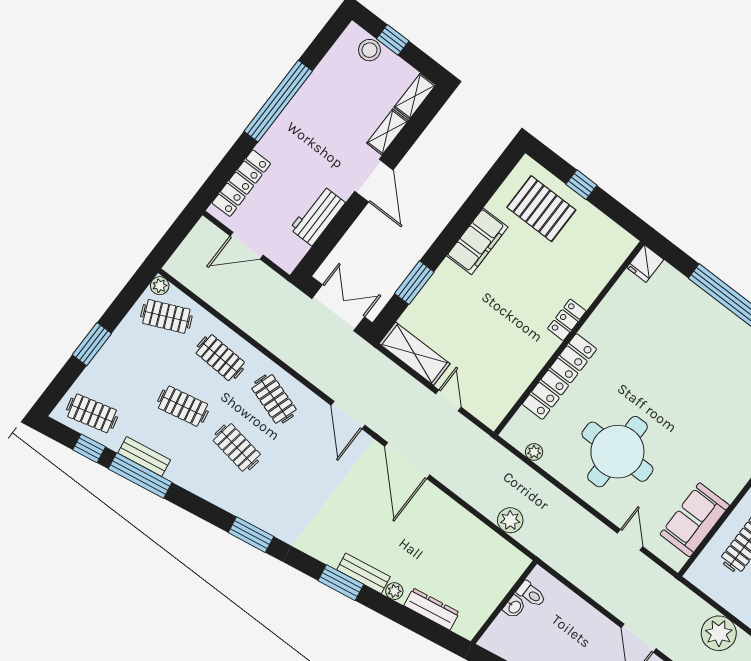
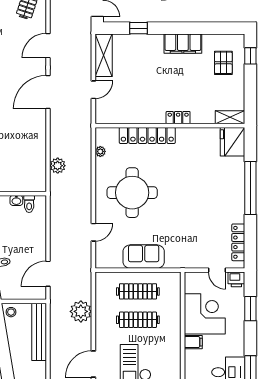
window: (581, 185) -> (250, 56), moved
pallet: (541, 209) -> (223, 63), width x0.67, depth x0.71
shelving: (617, 253) -> (230, 117), added
fridge: (645, 264) -> (233, 142), width x1.88, depth x1.34
window: (414, 283) -> (139, 28), width x0.67
sofa: (695, 520) -> (144, 257), moved

